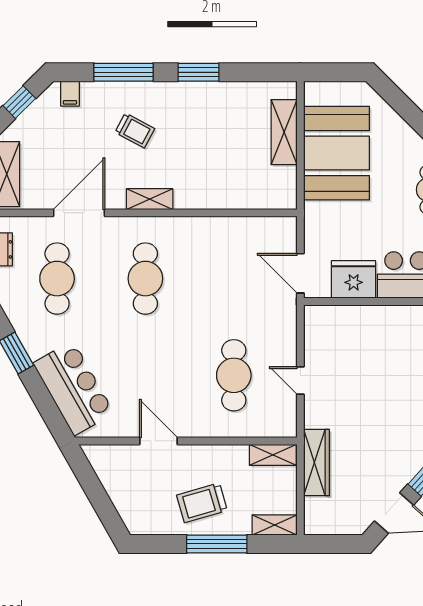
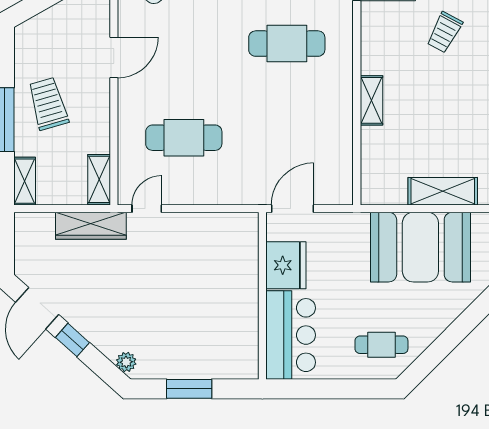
shelving: (150, 199) -> (371, 100), moved
door: (300, 381) -> (147, 209), moved

